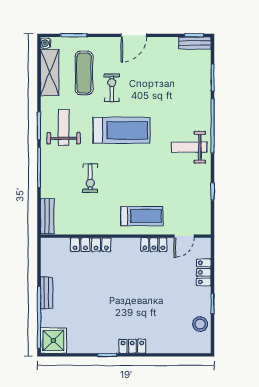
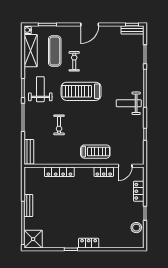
treadmill: (122, 130) -> (81, 91), turned 180

